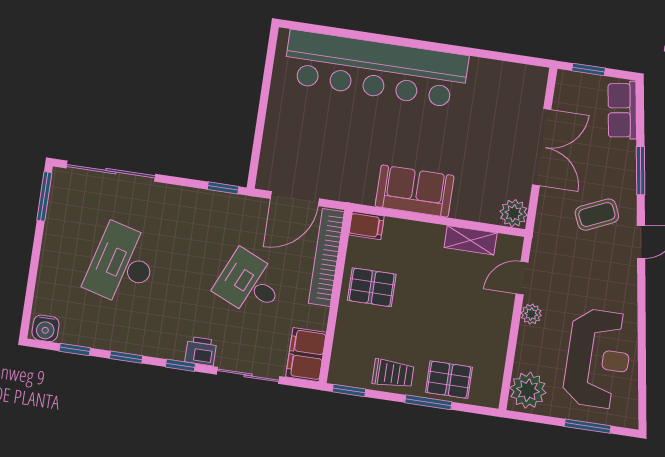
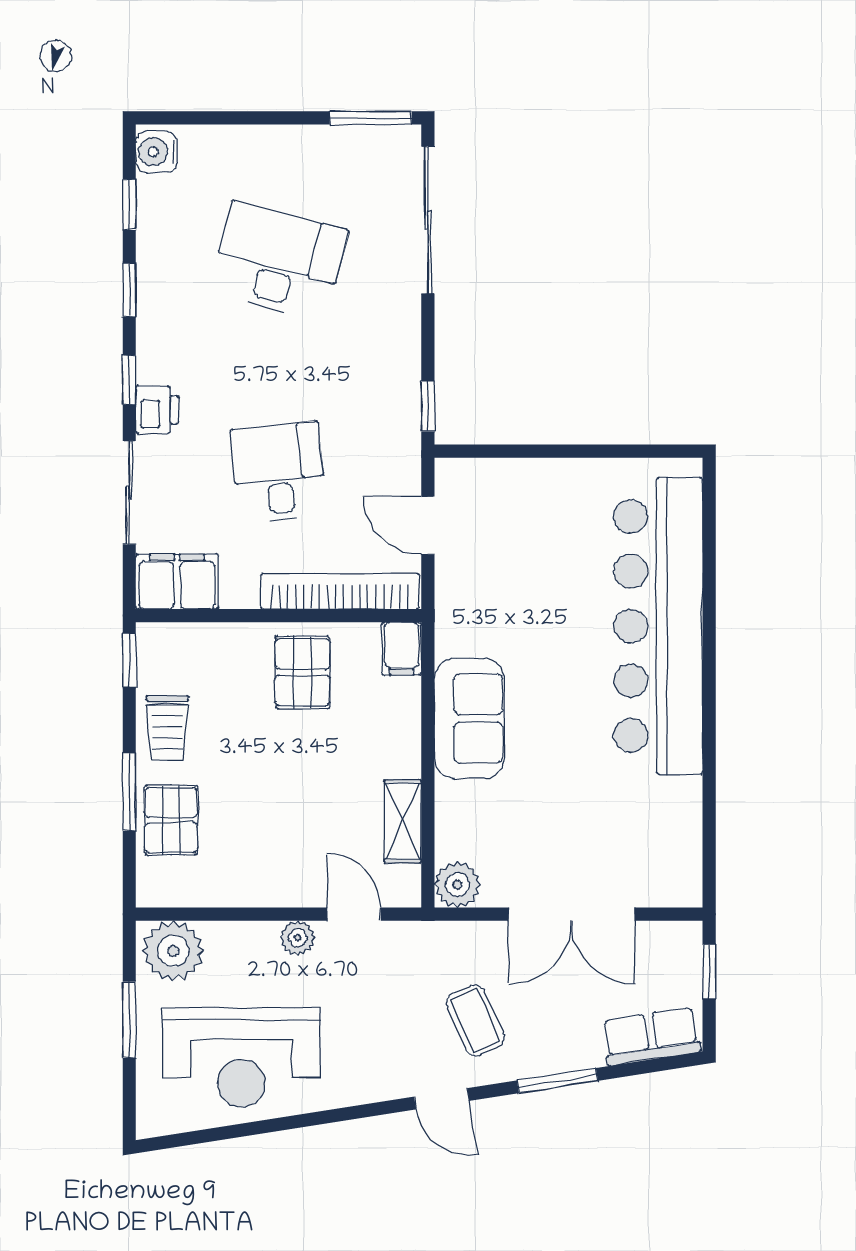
door: (295, 199) -> (428, 525), width x0.73
desk: (249, 284) -> (279, 473), turned -30
window: (588, 426) -> (129, 1020), moved

